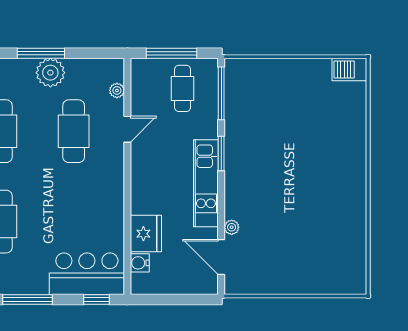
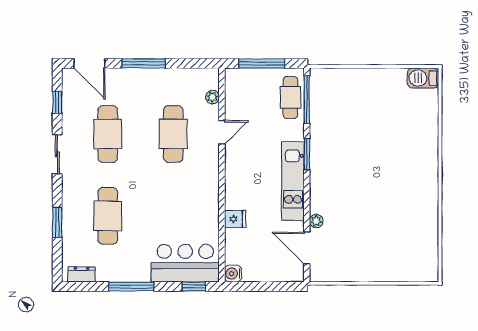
plant: (50, 73) -> (152, 81), removed
cafe table: (183, 88) -> (290, 98), moved
fridge: (146, 234) -> (235, 219), width x0.53, depth x0.75
water cooler: (140, 263) -> (233, 274), moved

